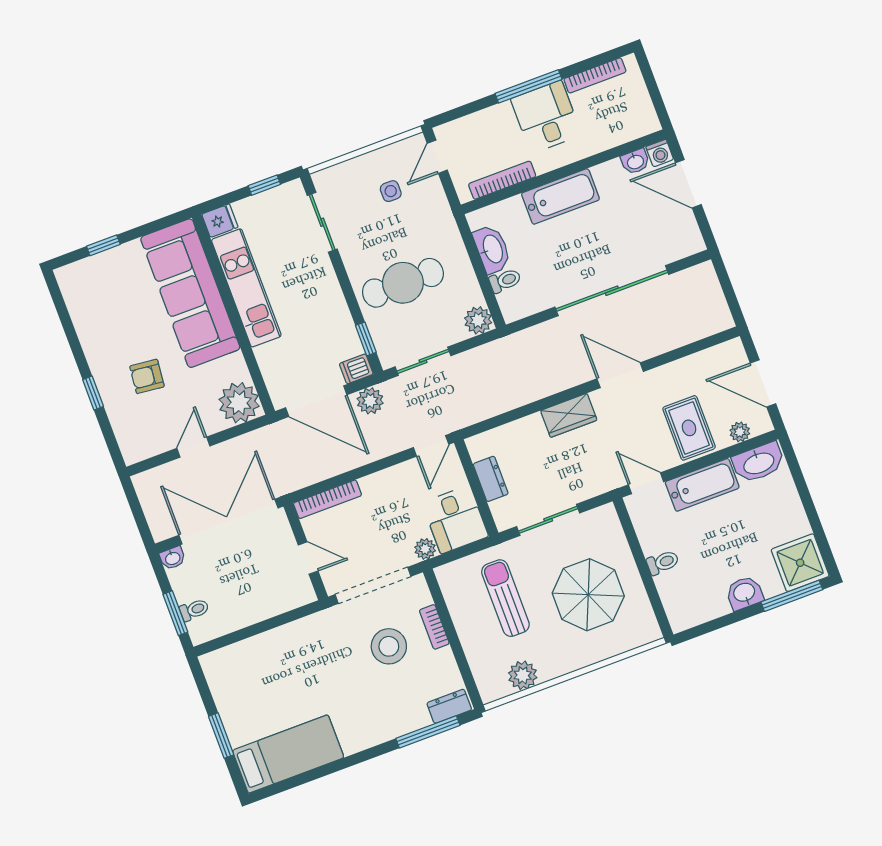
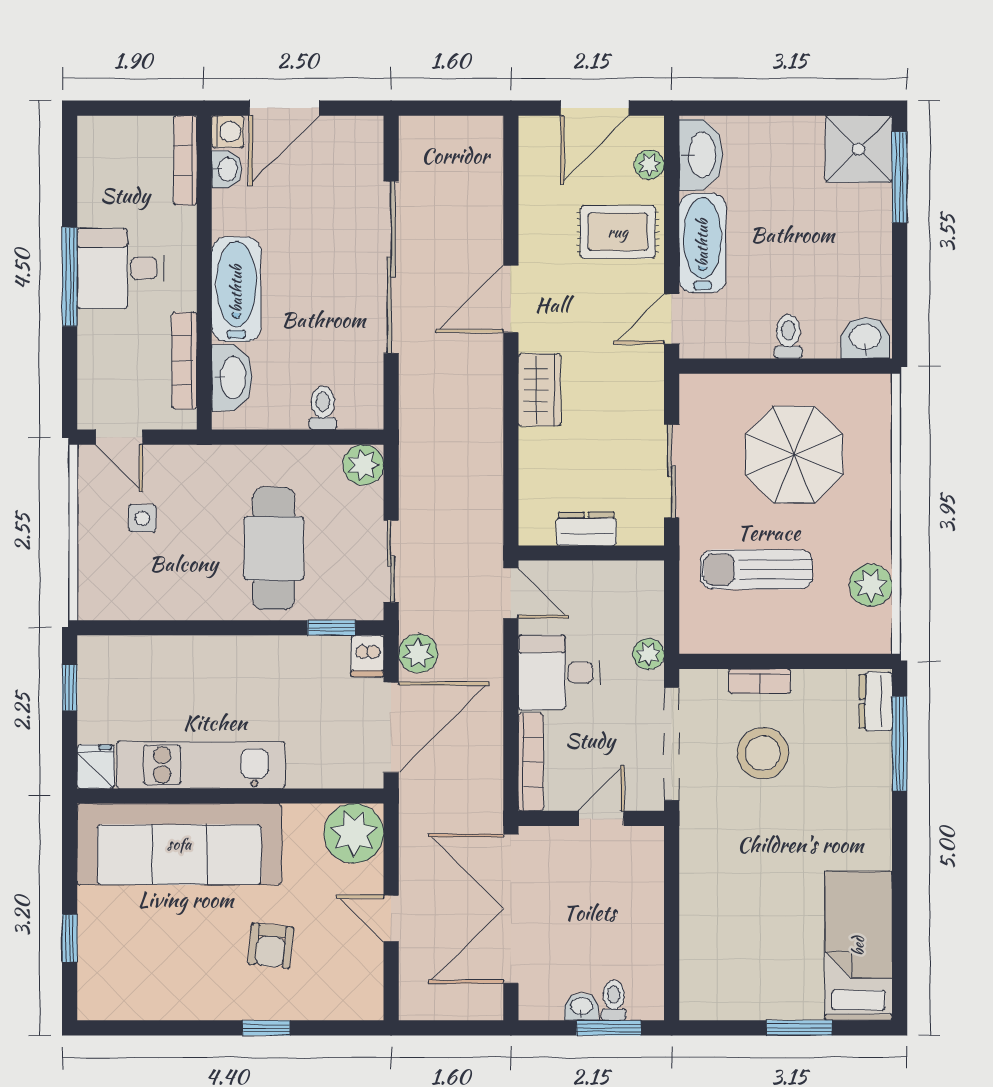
bookcase: (595, 75) -> (185, 160), moved, turned 180
sliding door: (322, 222) -> (150, 628), removed
washbasin: (492, 249) -> (232, 378), moved, turned 90
desk: (455, 520) -> (559, 672), moved, turned 180
washbasin: (173, 558) -> (582, 1007), moved, turned -90
washbasin: (744, 593) -> (865, 338), moved, turned 90

